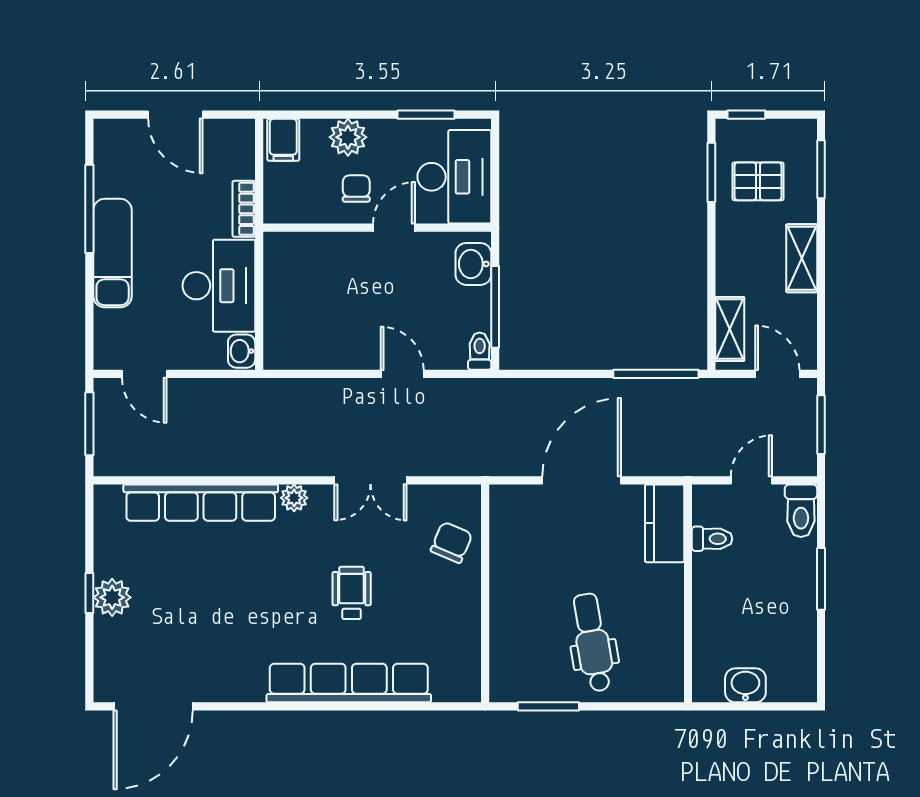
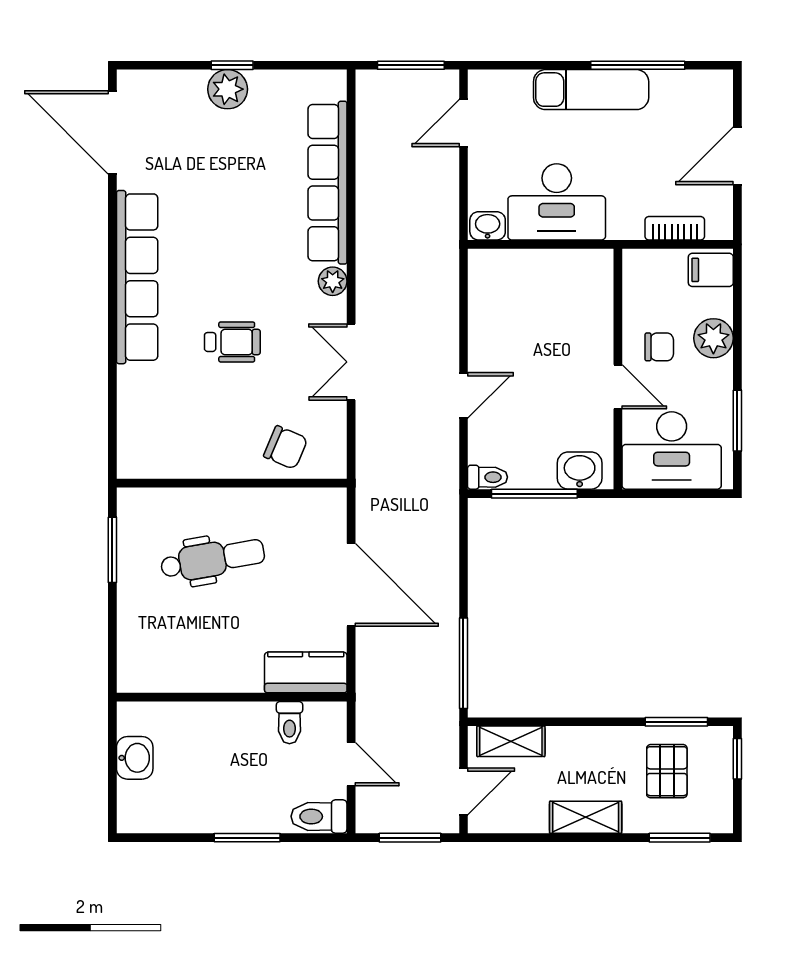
bookcase: (244, 209) -> (675, 228), moved
dental chair: (593, 642) -> (213, 559), moved
row of seats: (349, 683) -> (137, 277), moved

